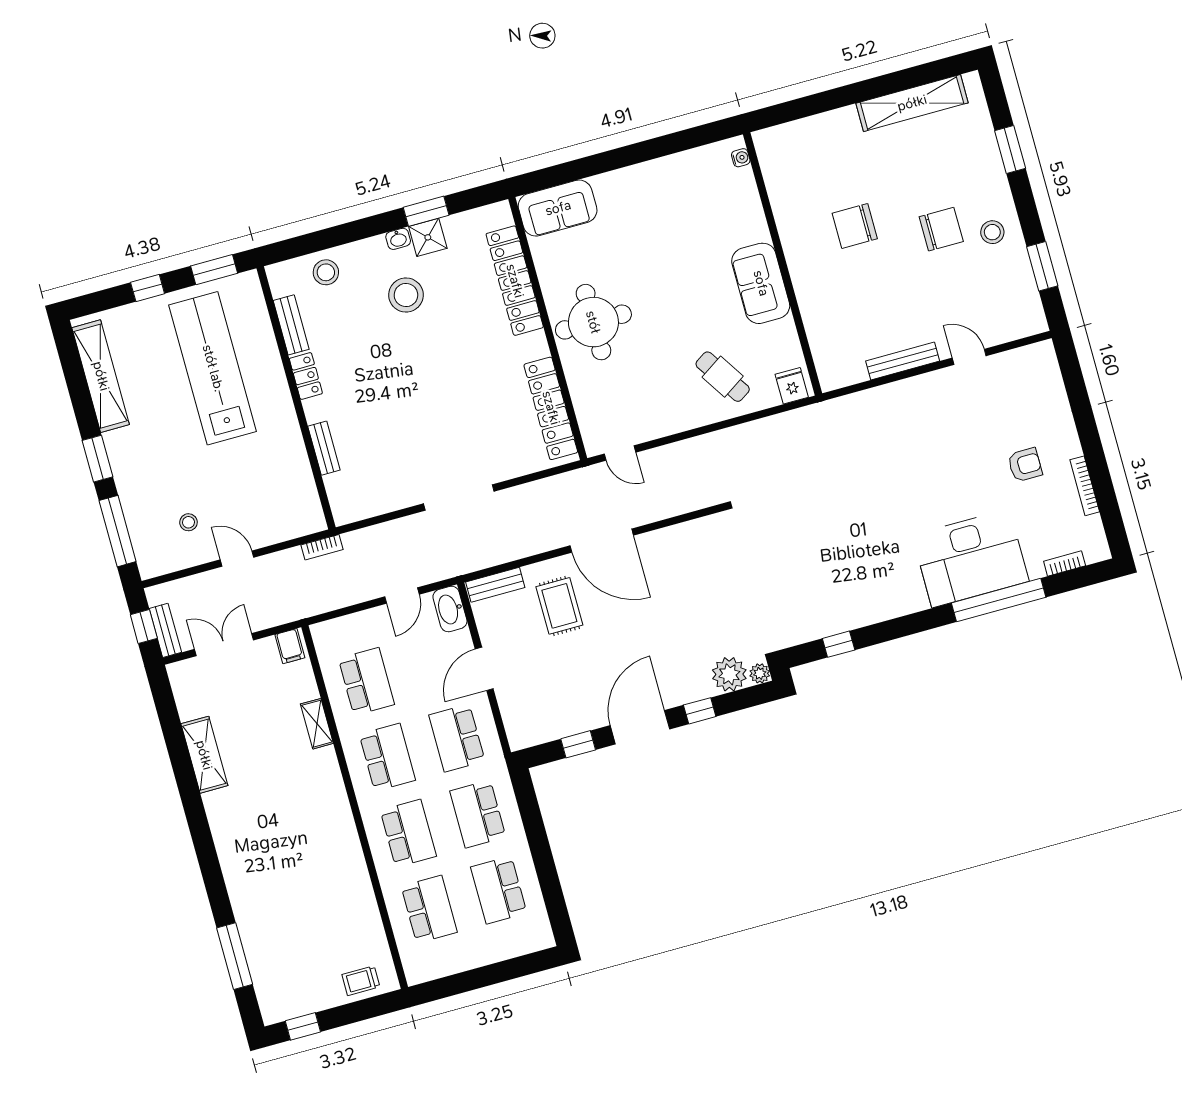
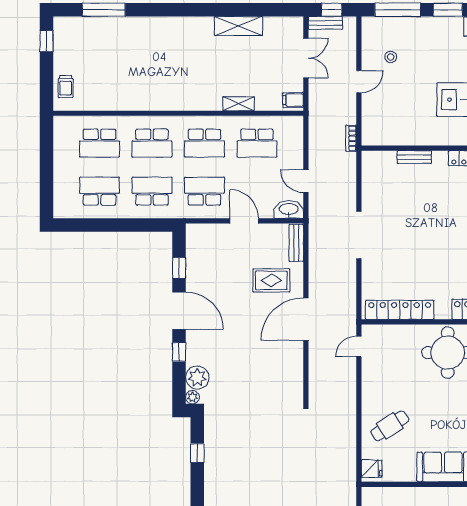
trolley: (361, 981) -> (66, 86), turned 180

